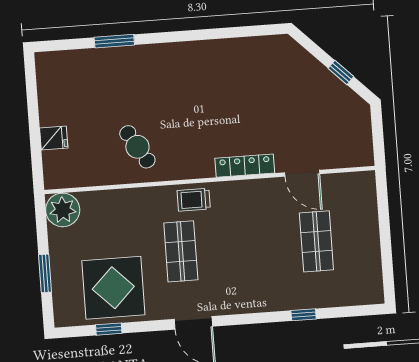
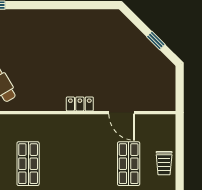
locker: (245, 166) -> (80, 104), width x0.66
trolley: (194, 200) -> (164, 163), moved, turned -90

